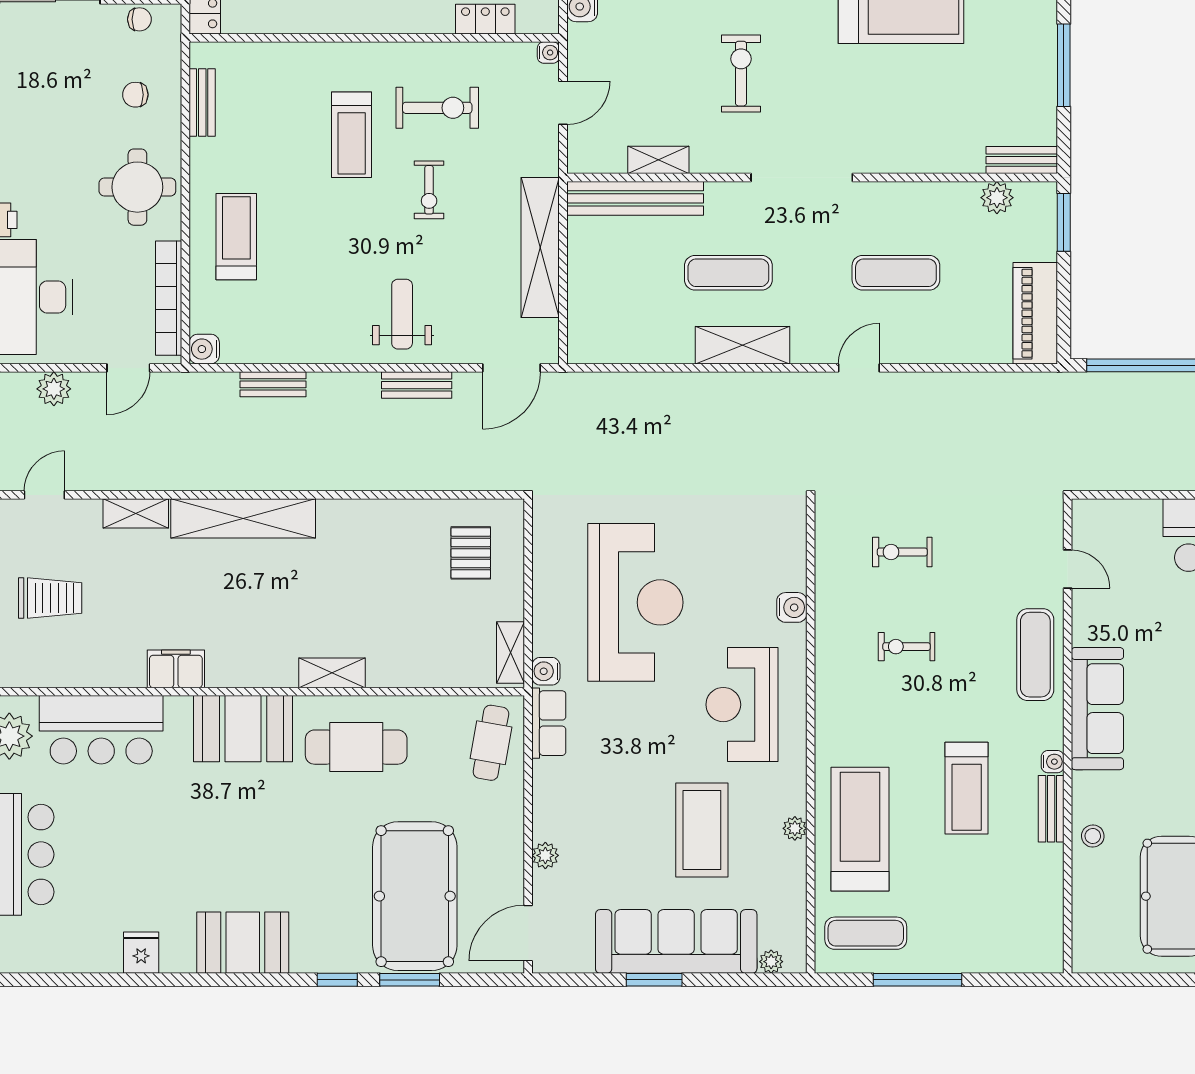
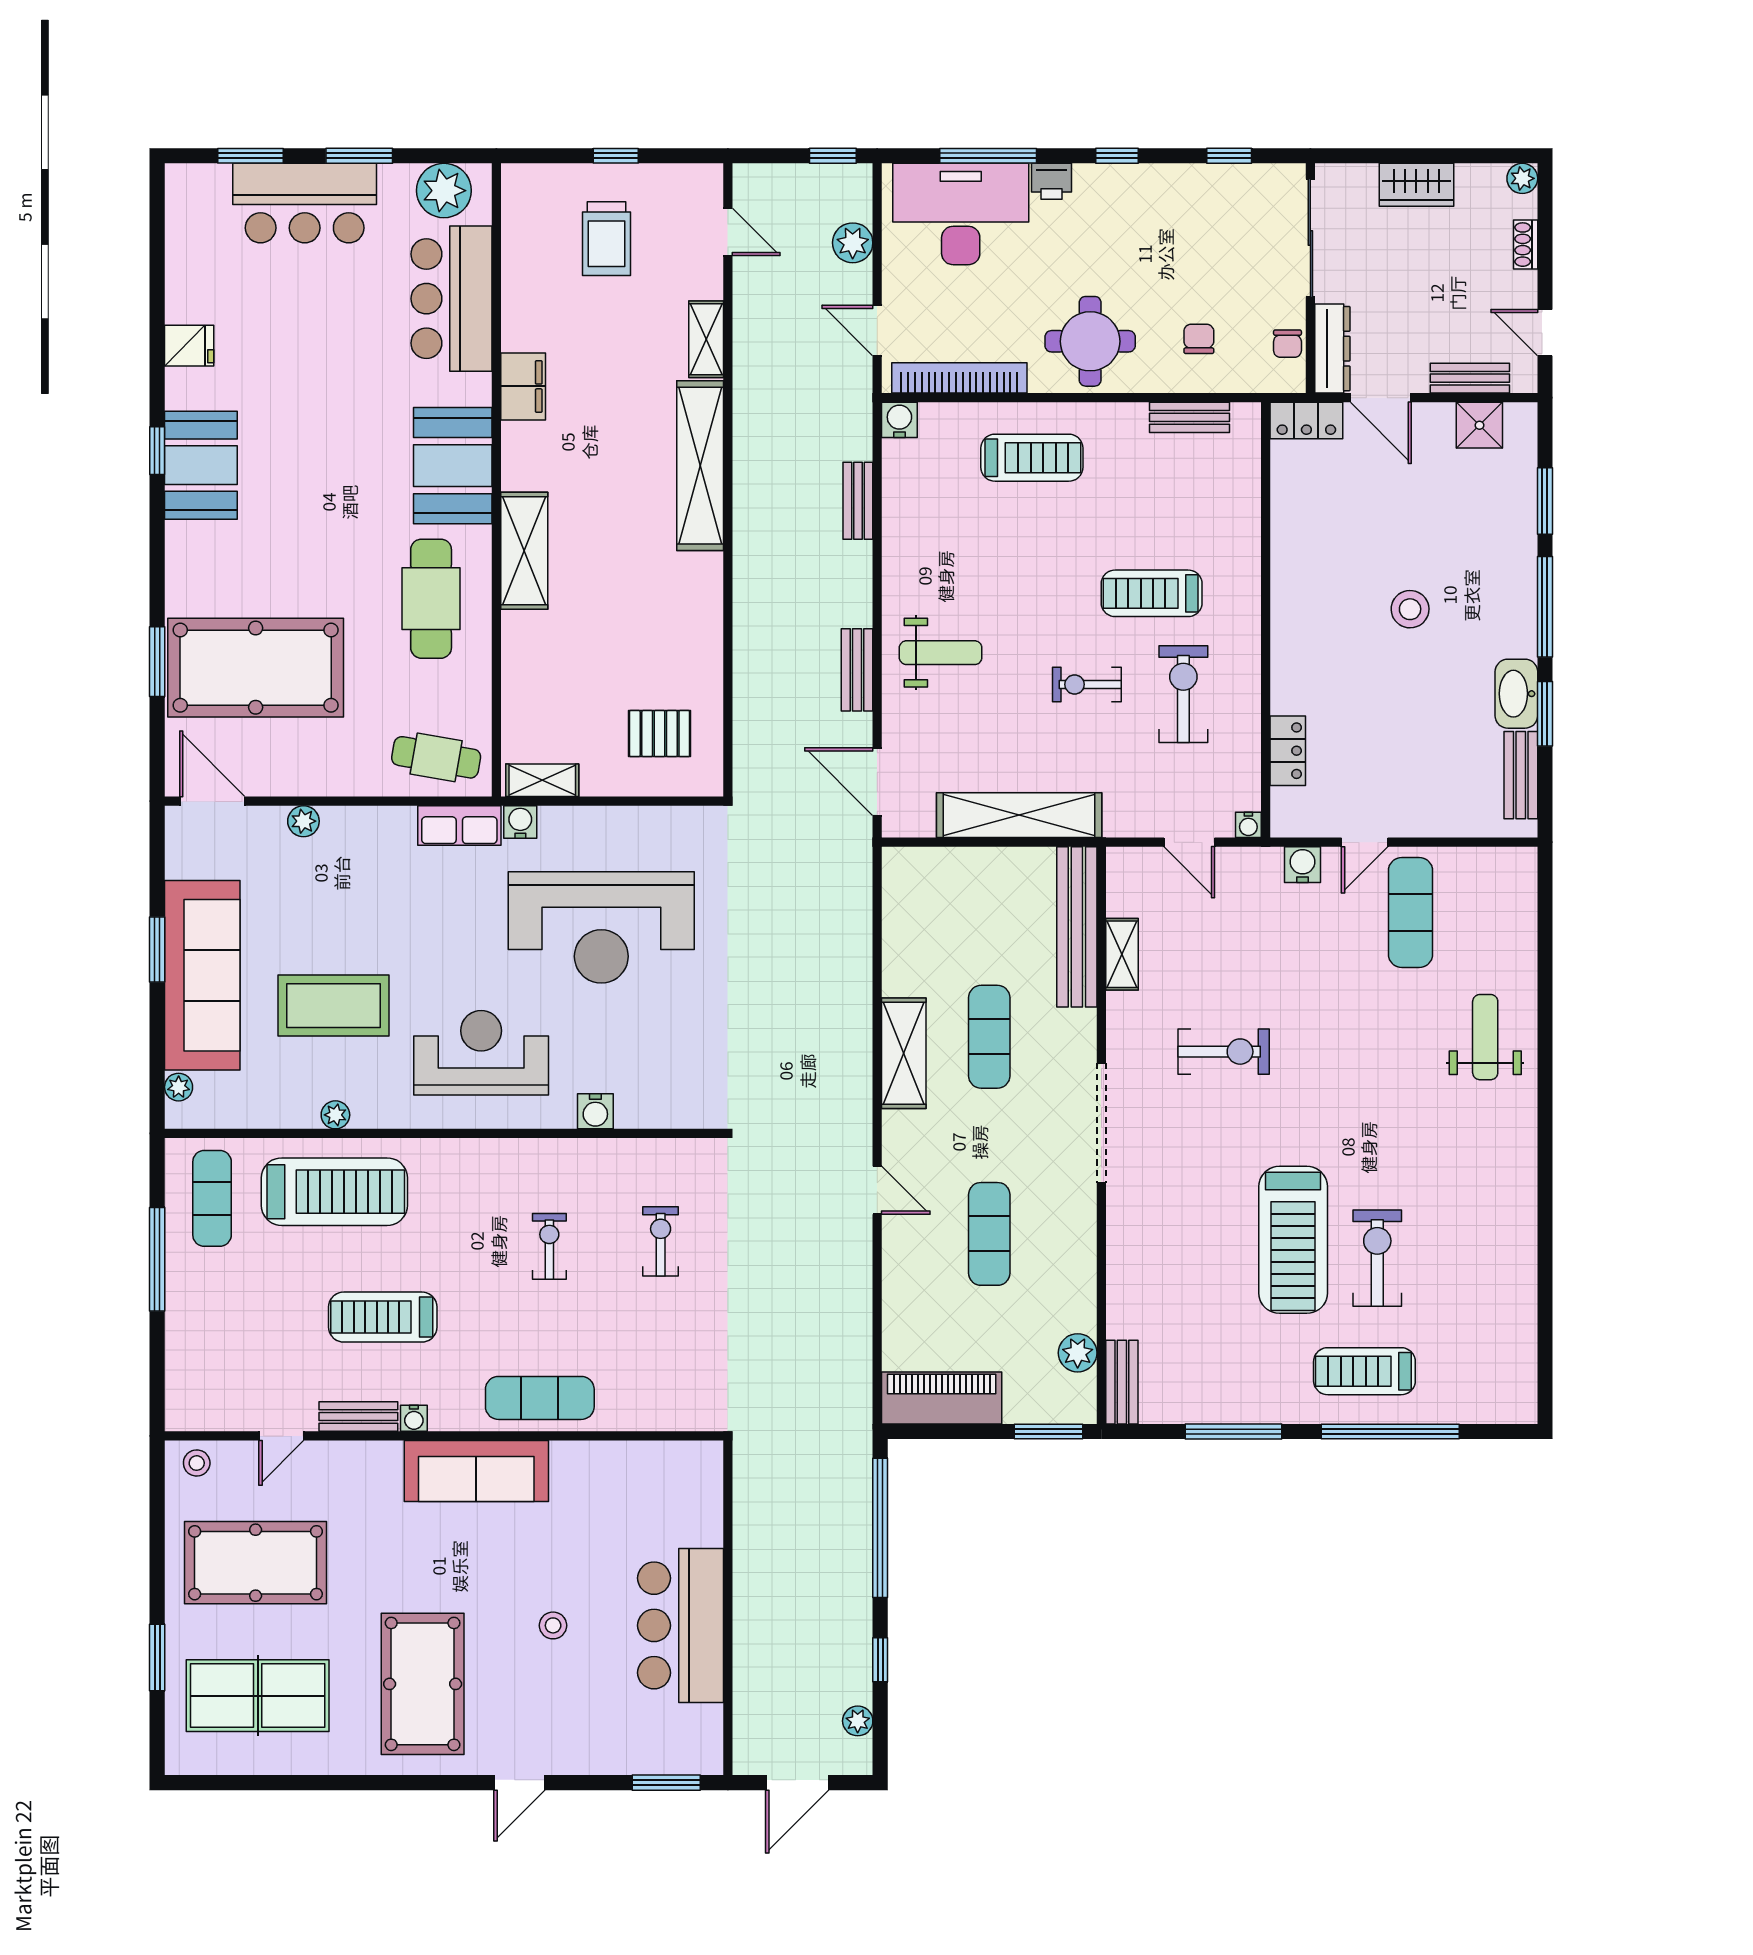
exercise bike: (437, 108) -> (1183, 694), turned 180
door: (1068, 569) -> (281, 1436), moved
shelving: (332, 673) -> (524, 551), width x1.50, depth x1.33
stool: (1093, 836) -> (197, 1463), moved
window: (337, 980) -> (157, 451), moved

